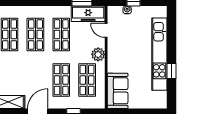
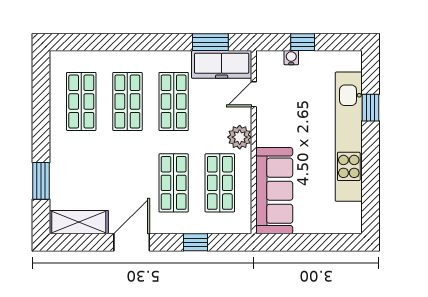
door: (106, 30) -> (254, 94), hinge flipped
window: (171, 71) -> (371, 108), moved
sofa: (118, 91) -> (274, 191), width x1.36

